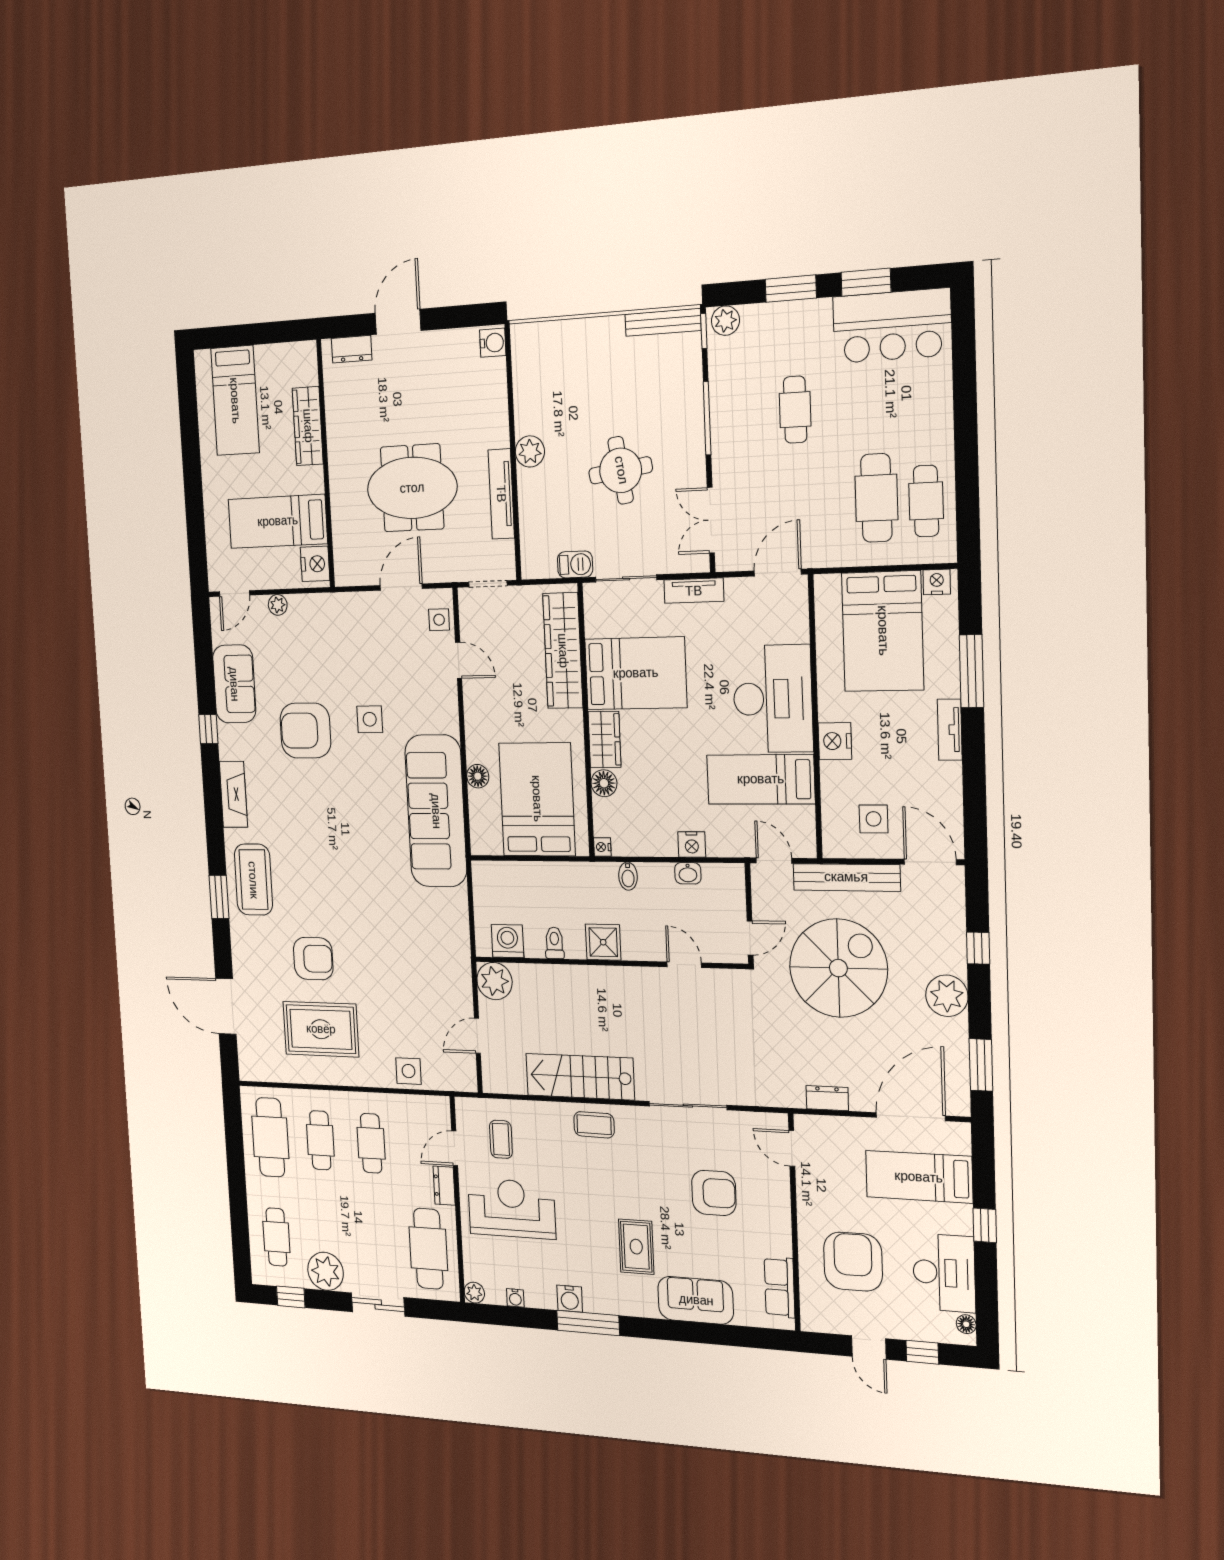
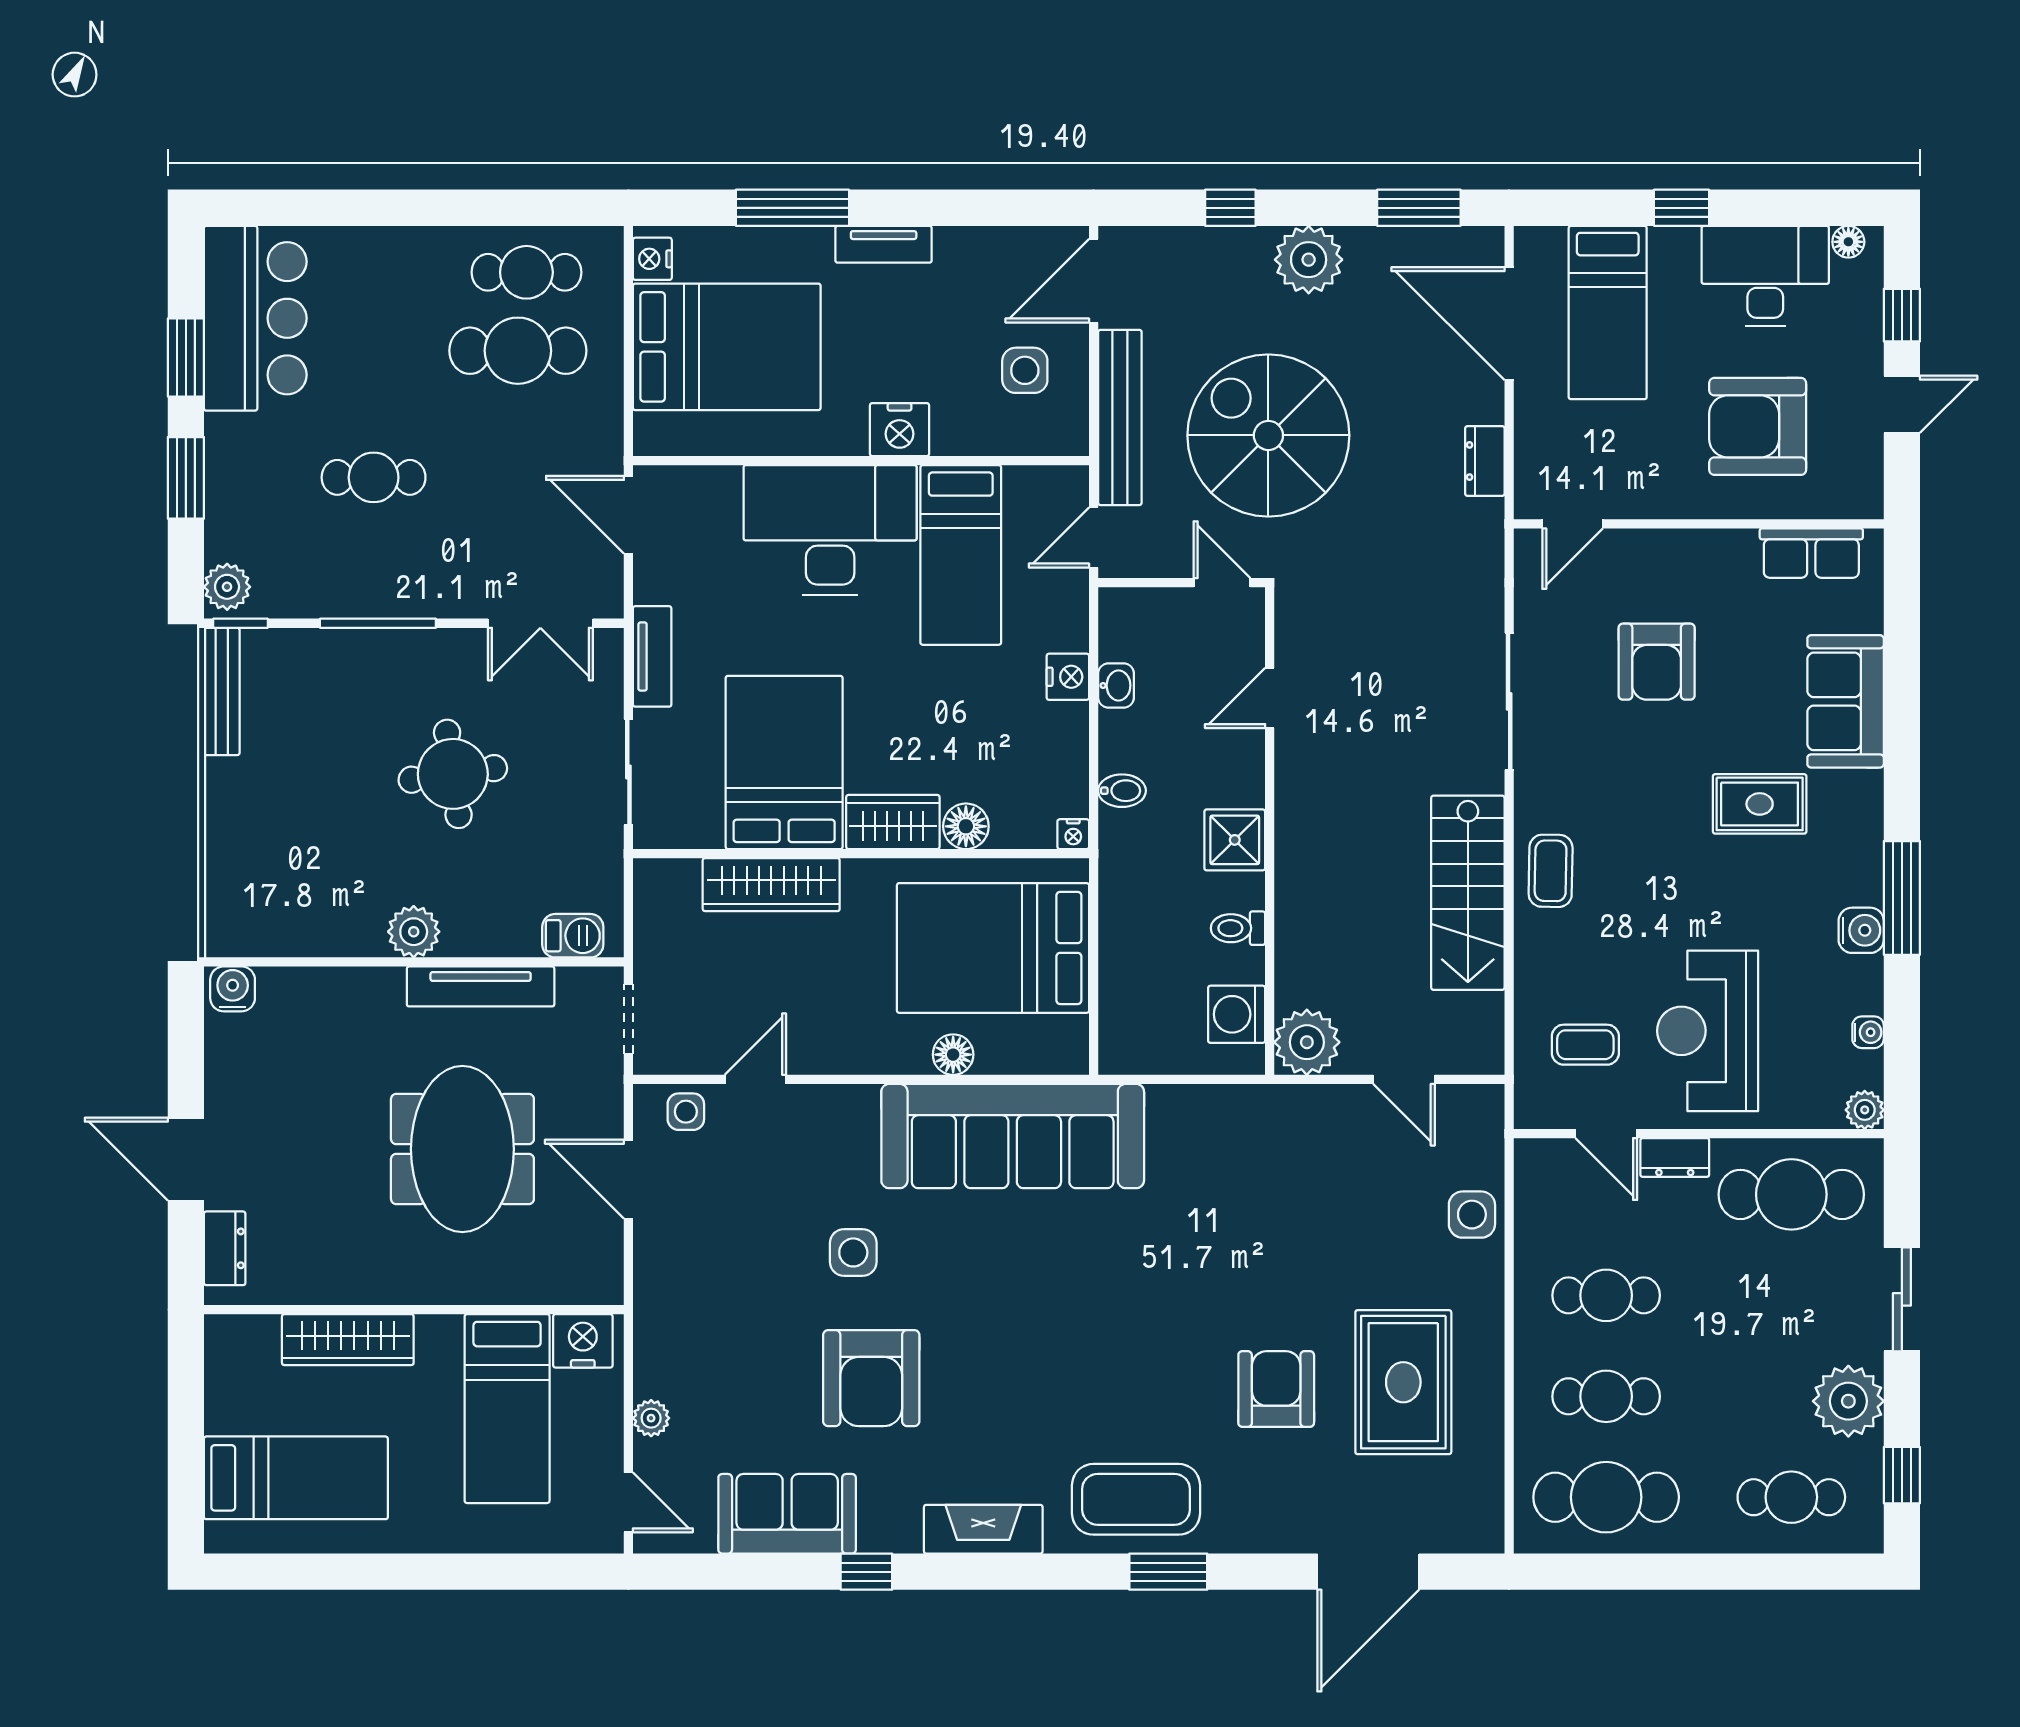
barbecue: (575, 564) -> (573, 936), moved, turned 90
wardrobe: (563, 651) -> (771, 885), width x0.71, depth x0.85
armchair: (714, 1193) -> (1657, 662), turned 180

